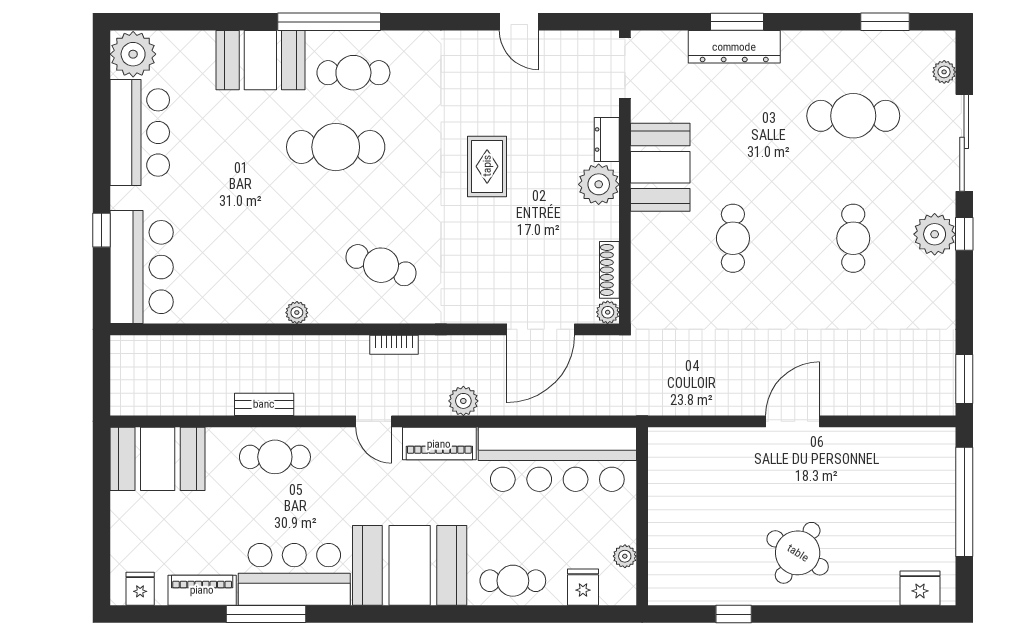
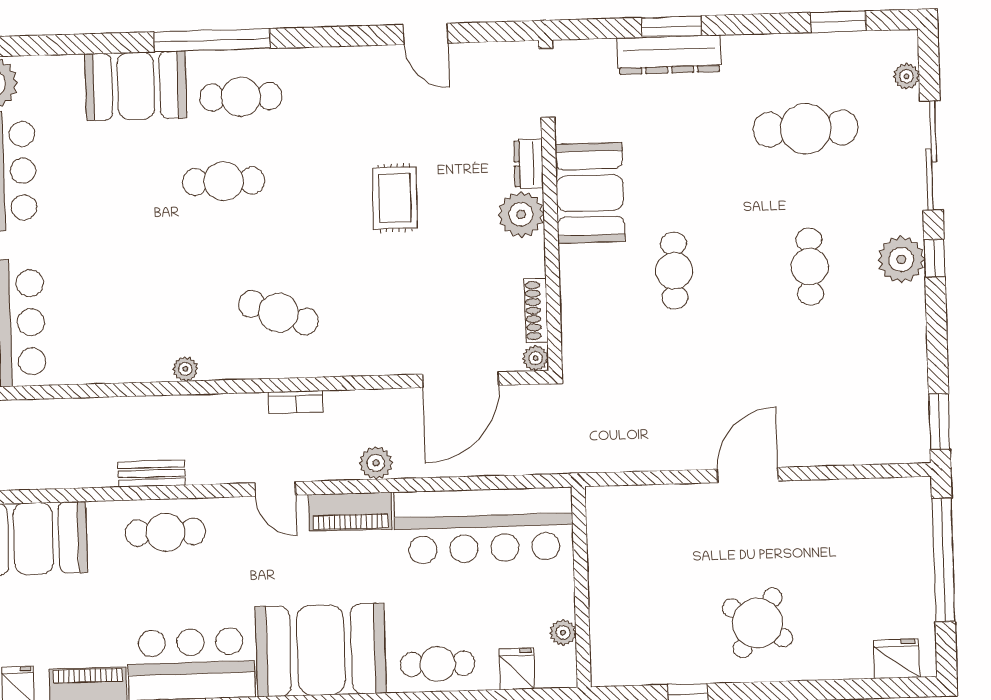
cafe table: (336, 147) -> (224, 181), width x0.73, depth x0.74

